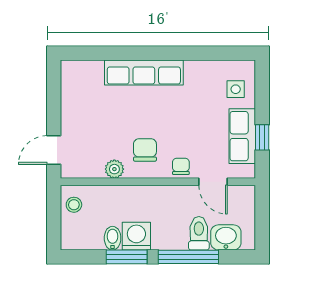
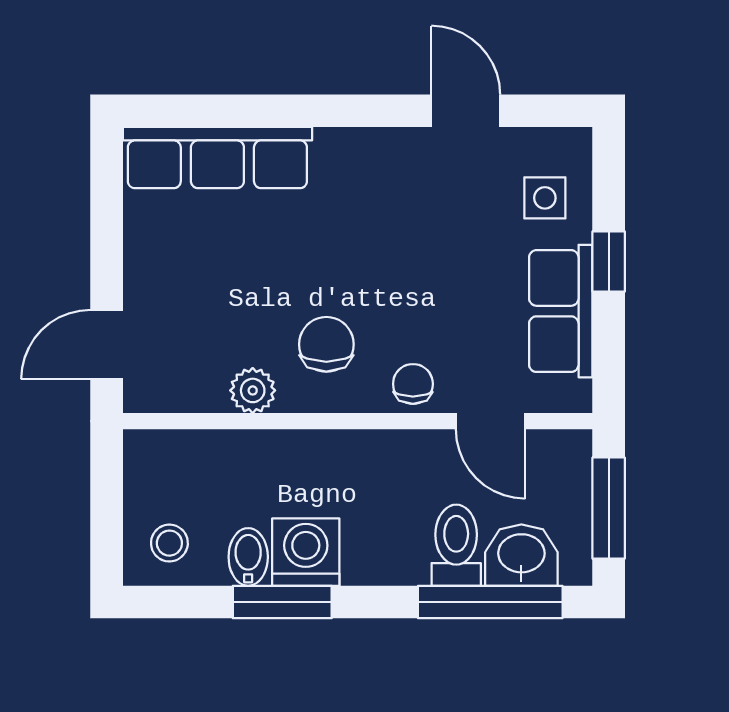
door: (203, 53) -> (466, 111), added
row of seats: (144, 72) -> (217, 158), moved
window: (262, 137) -> (609, 262), moved
stool: (74, 205) -> (169, 543), moved
window: (262, 218) -> (609, 508), added
window: (188, 257) -> (490, 602), moved

